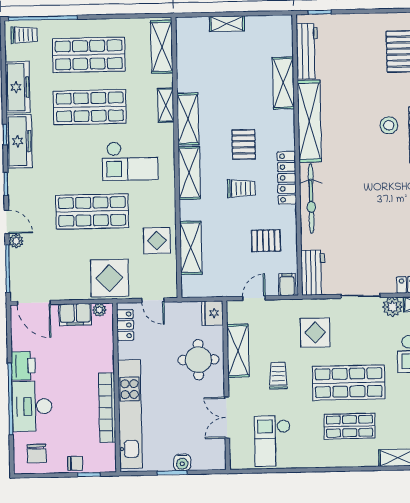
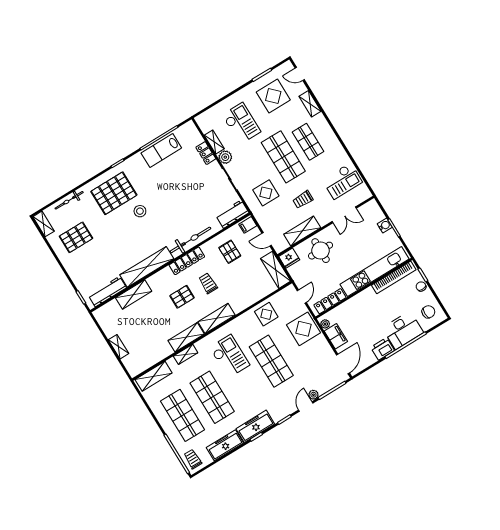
stool: (389, 125) -> (140, 211), moved
shelving: (191, 248) -> (276, 270), moved, turned 90
locker: (125, 325) -> (330, 301), width x1.53
bookcase: (107, 408) -> (394, 277), moved

